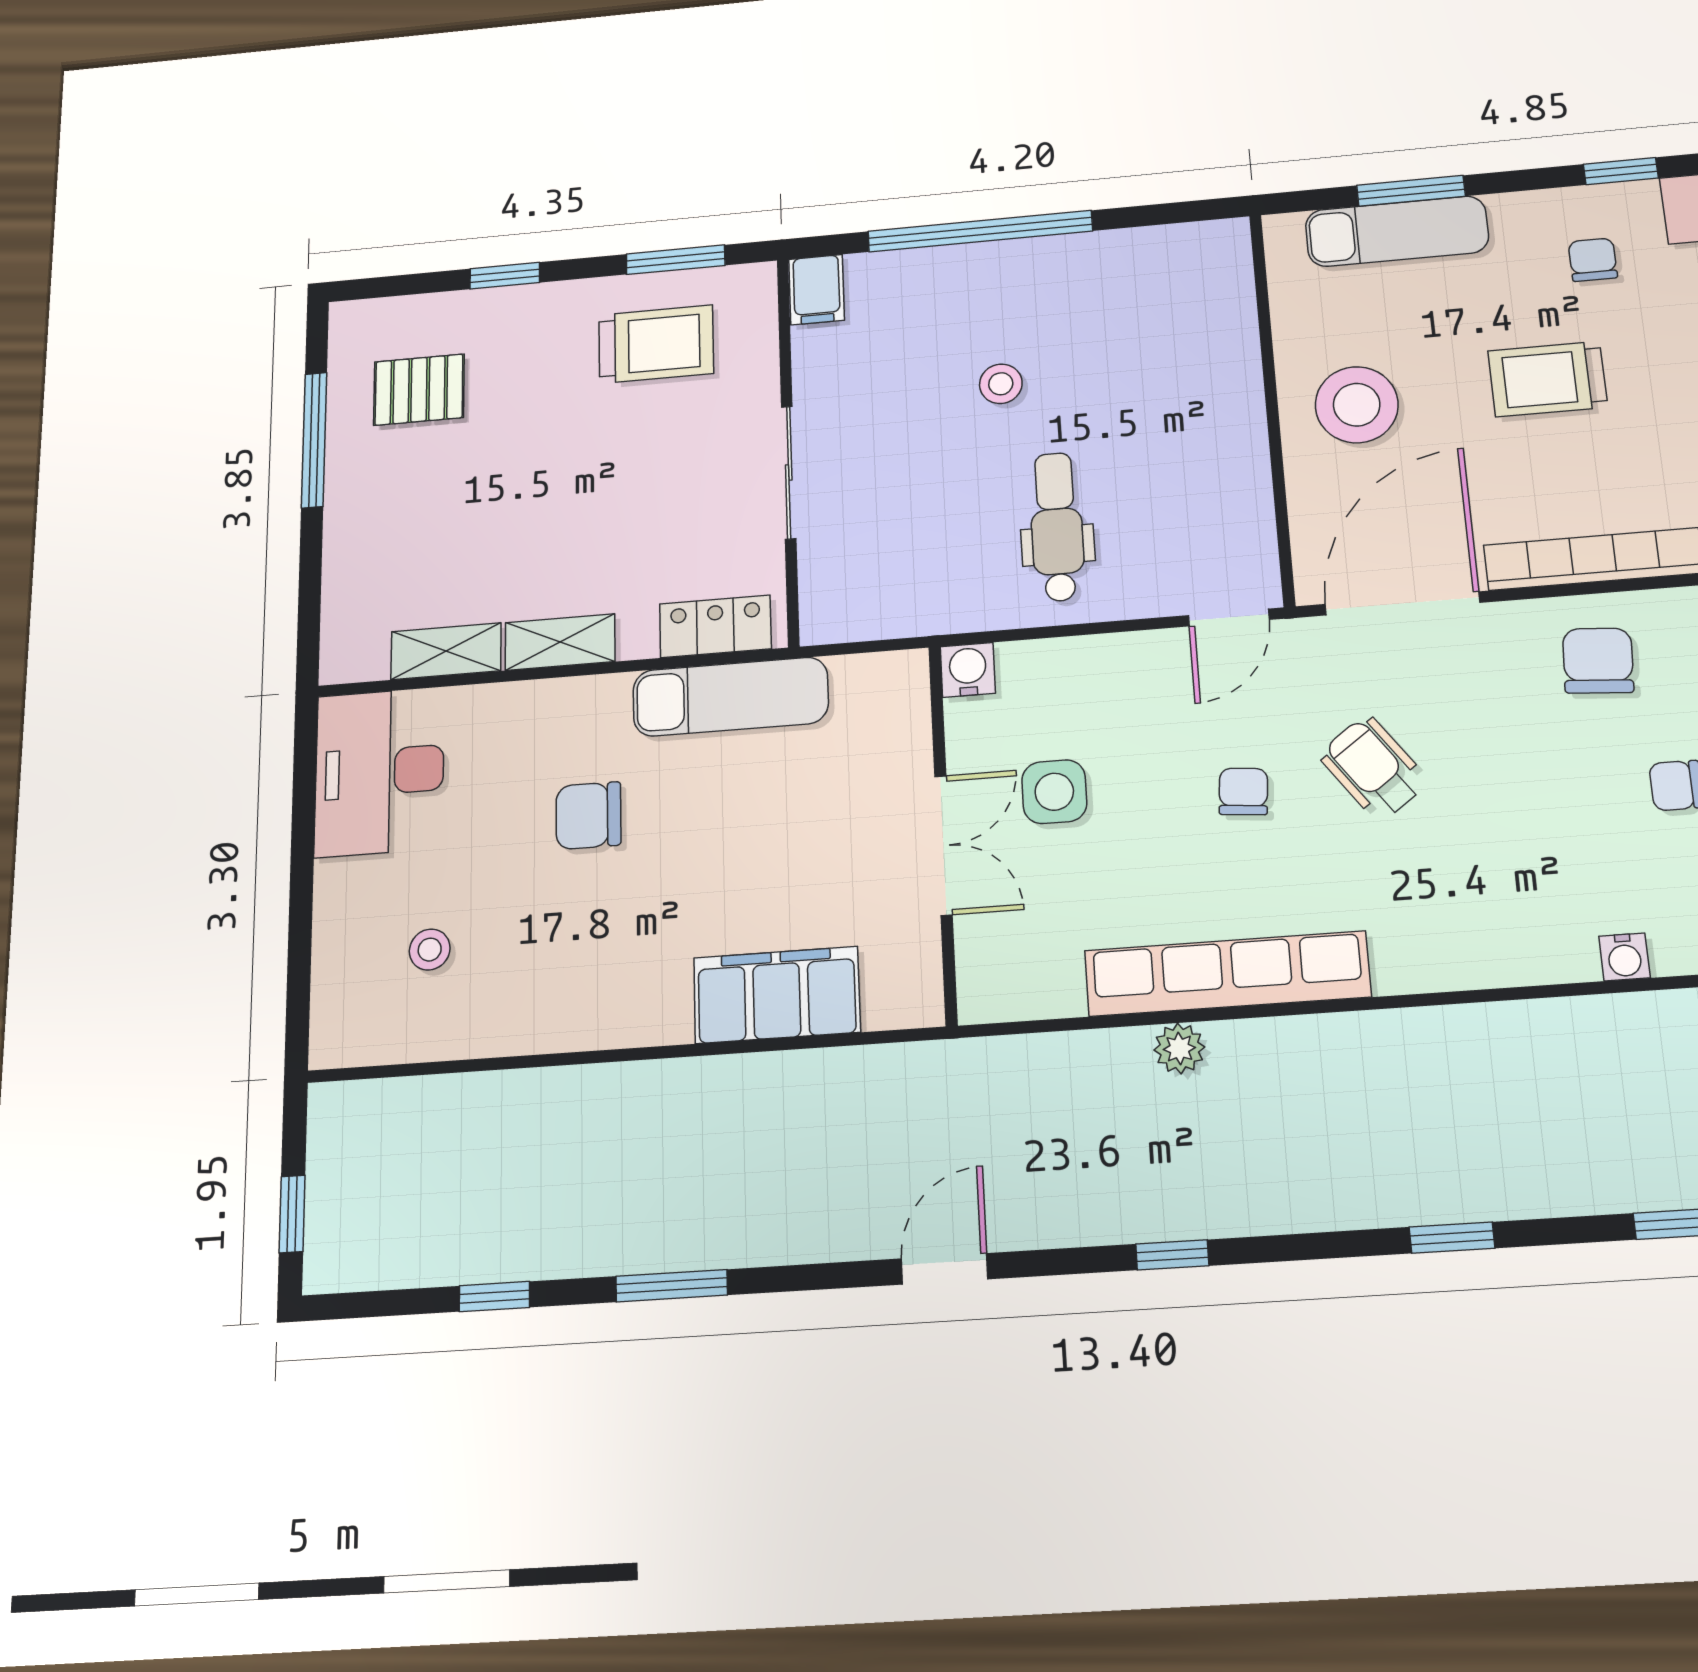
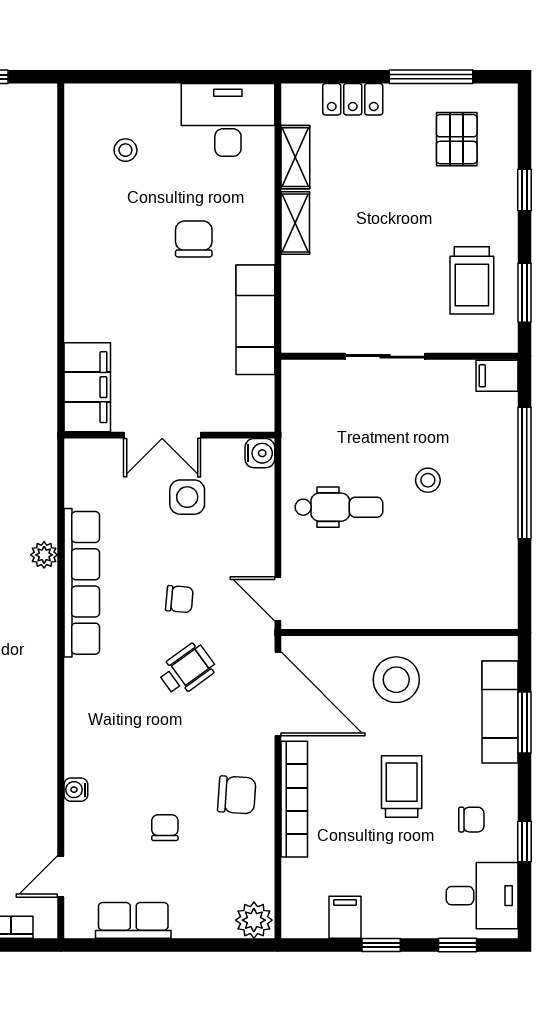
locker: (715, 626) -> (353, 99), moved, turned 90
filing cabinet: (777, 995) -> (87, 387), moved

